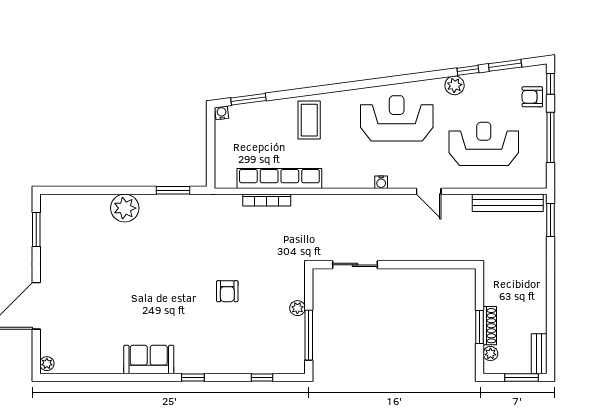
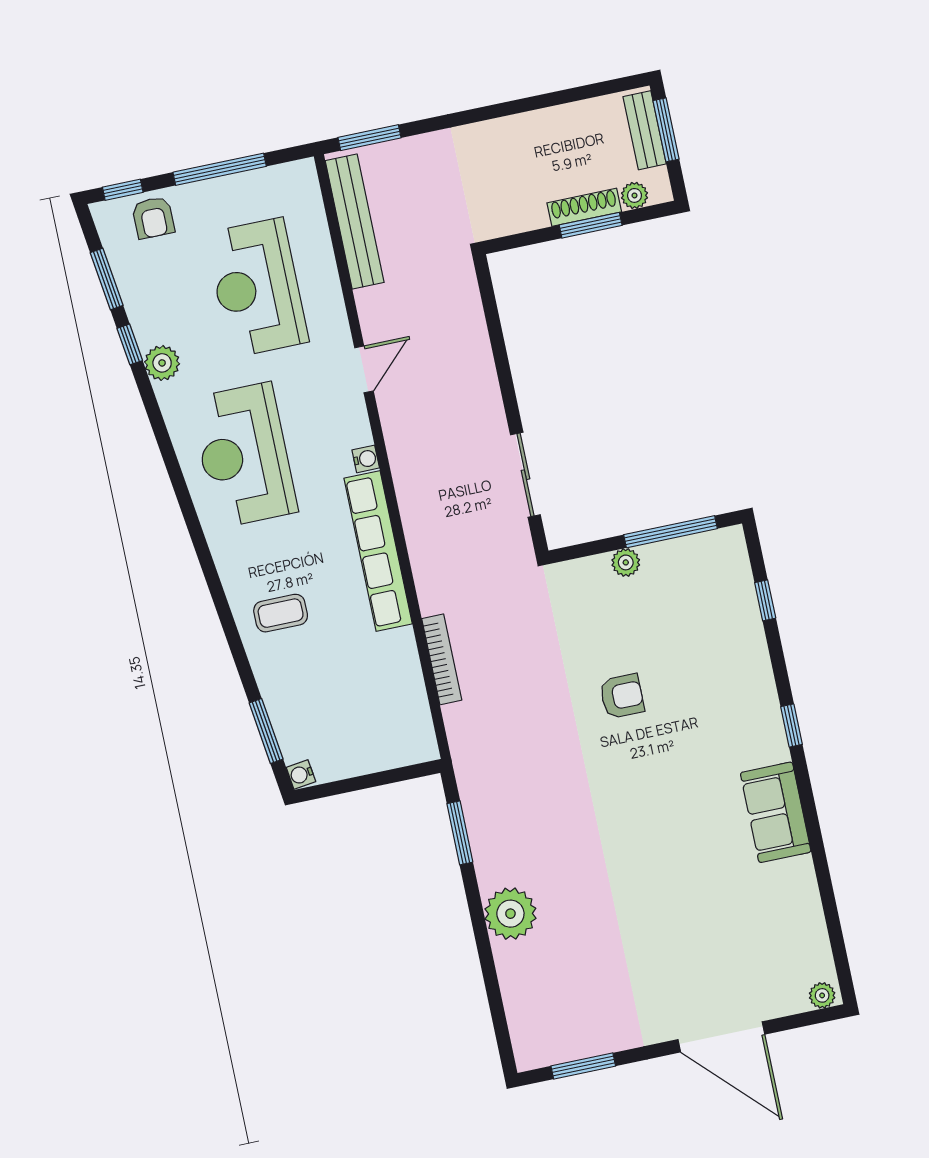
coffee table: (309, 120) -> (281, 613), width x0.73, depth x0.77
row of seats: (279, 179) -> (378, 551), moved
bench: (539, 354) -> (645, 130), moved, turned 90

